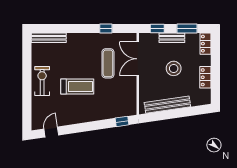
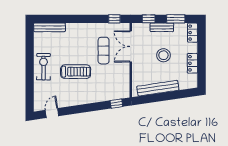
window: (106, 29) -> (114, 19), moved

